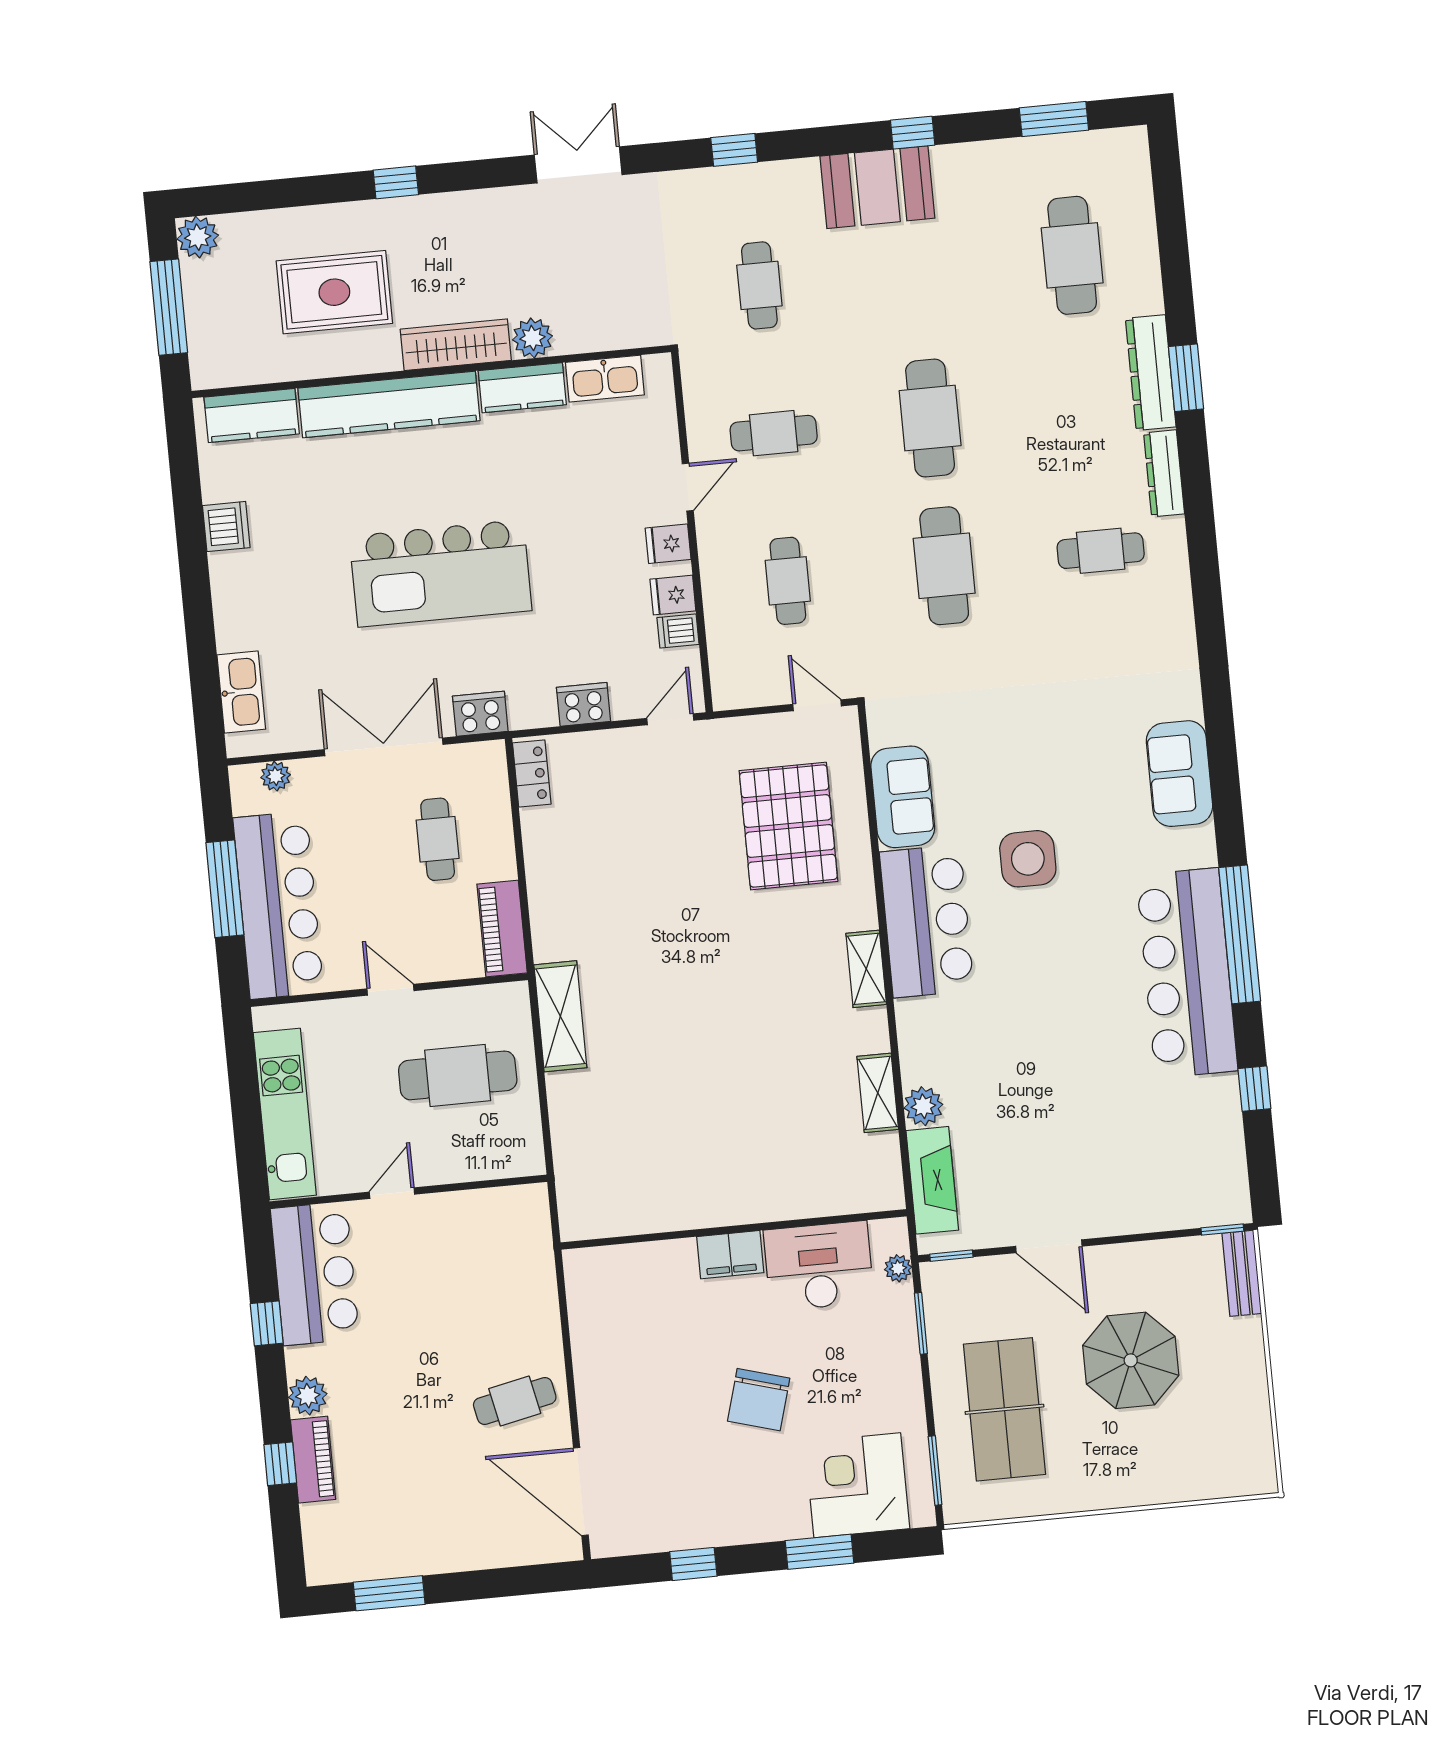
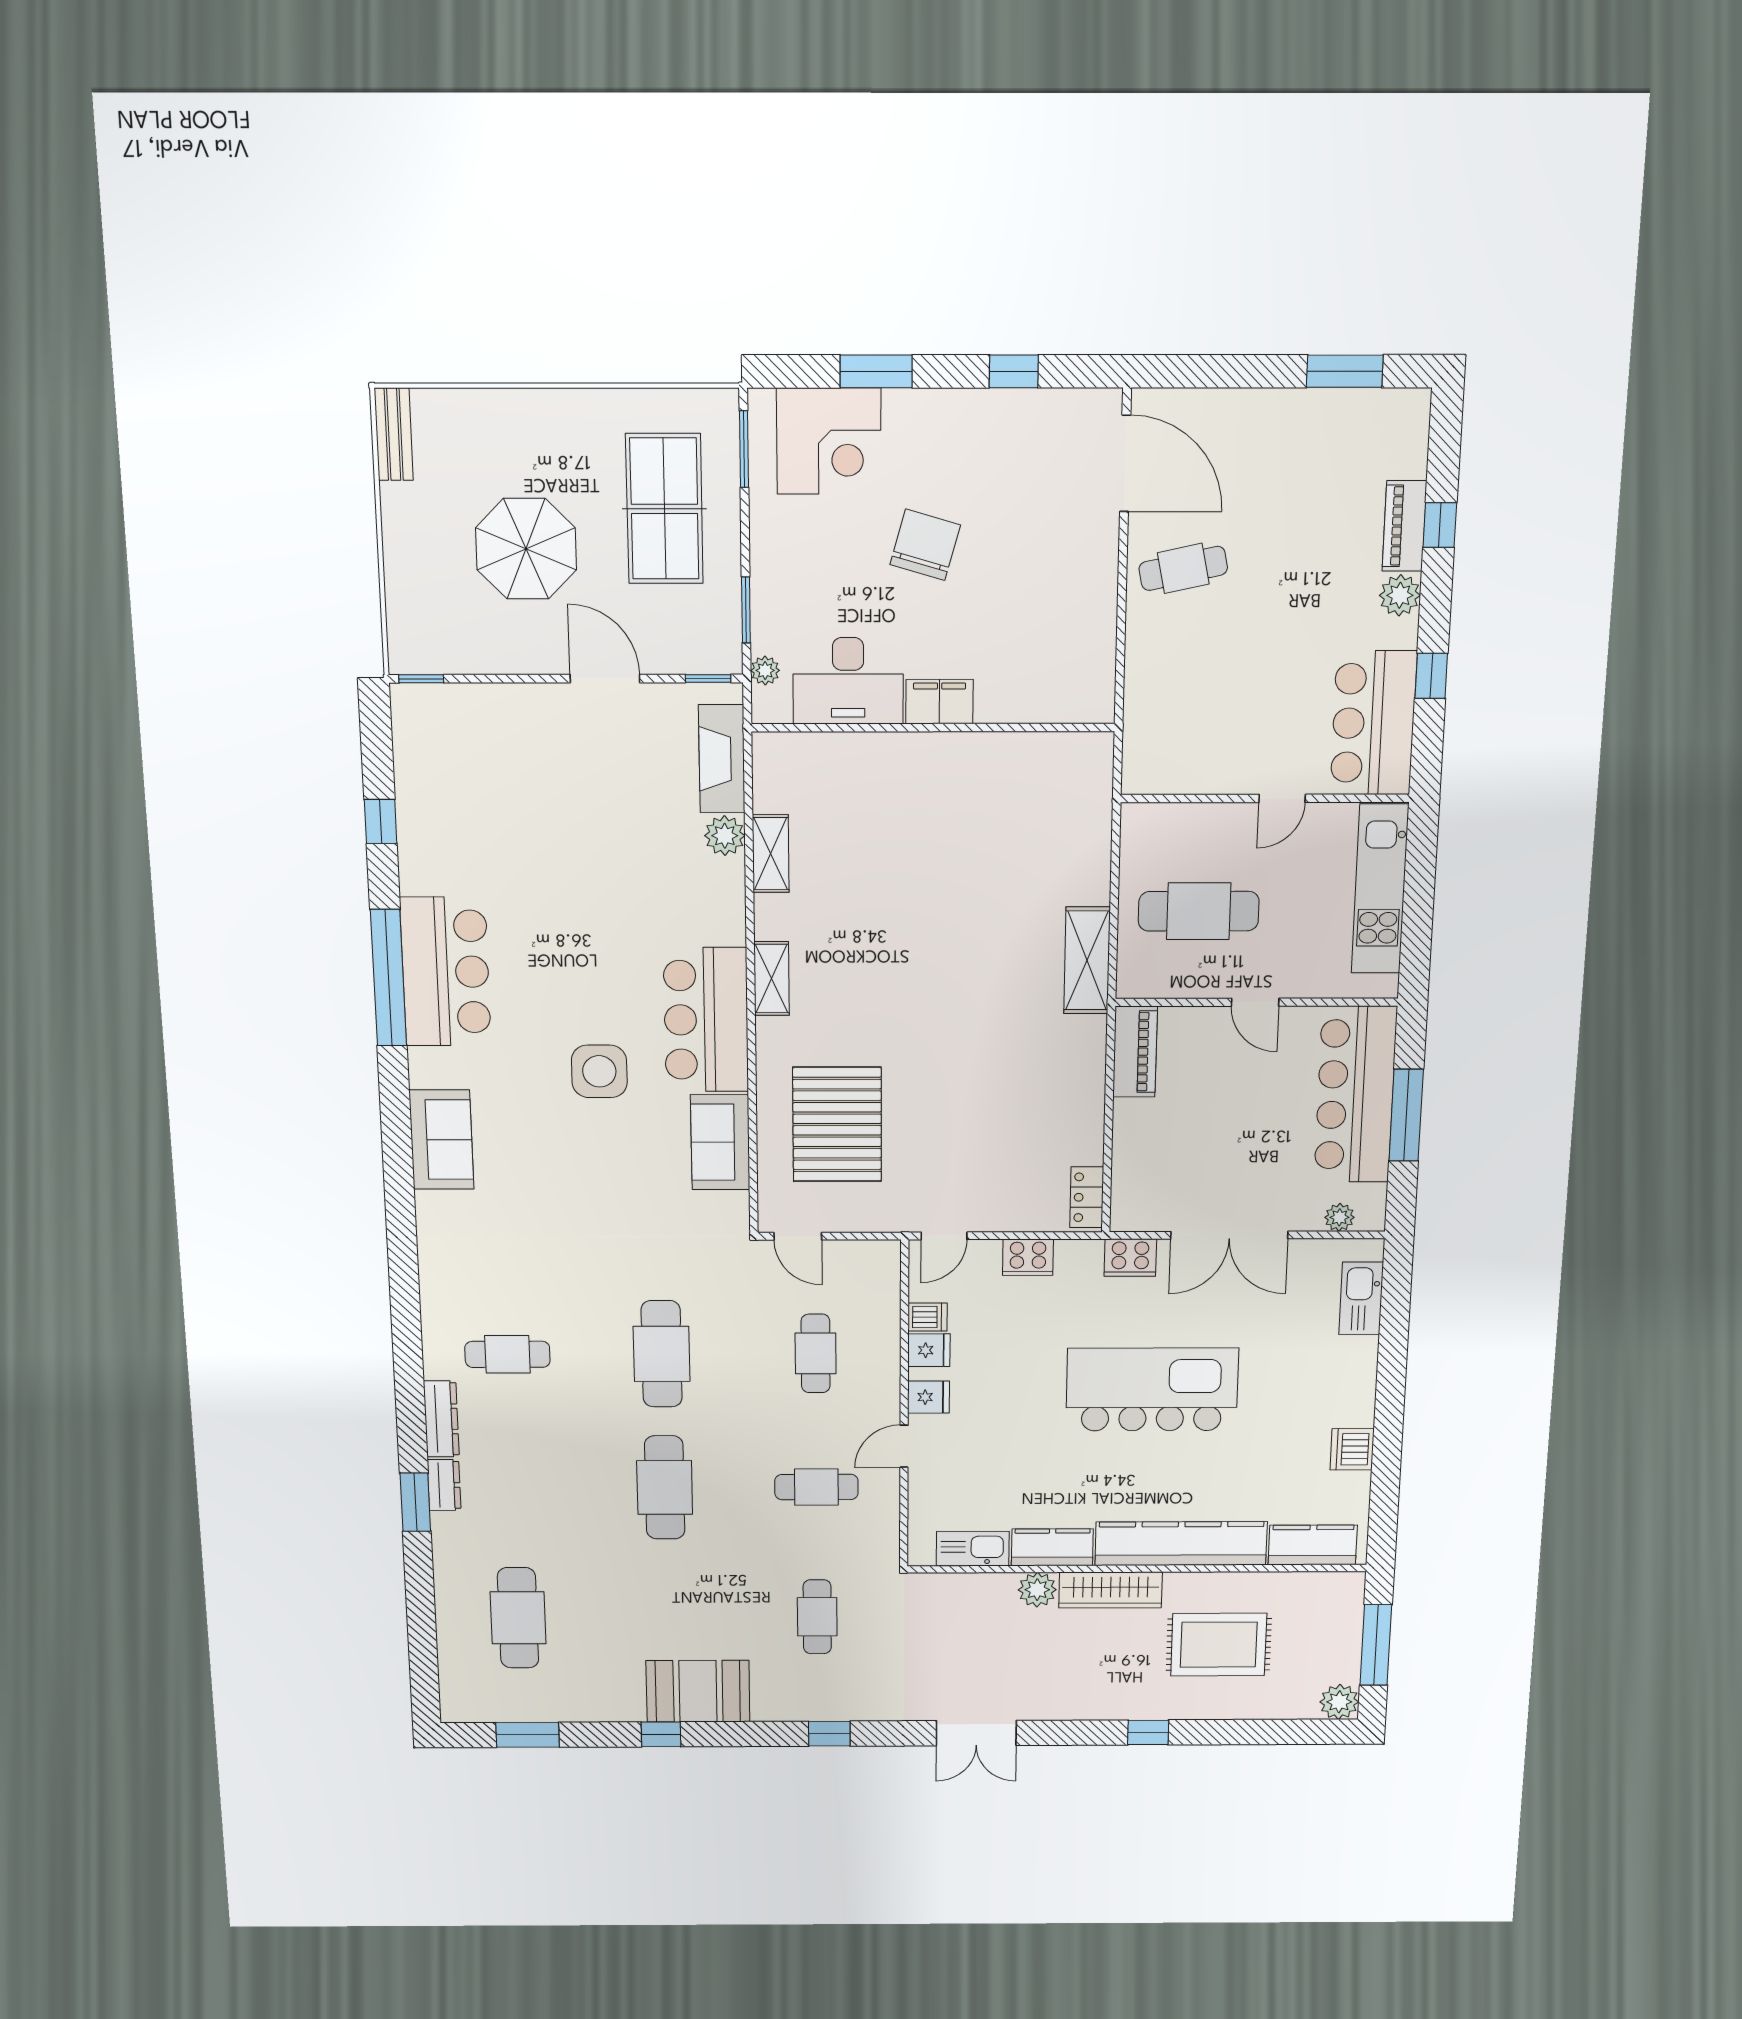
dresser: (1151, 373) -> (444, 1485), width x0.51, depth x0.80
cafe table: (438, 839) -> (1188, 1143), removed
bar counter: (1187, 973) -> (446, 972), width x0.73
bench: (1242, 1273) -> (394, 434), moved

